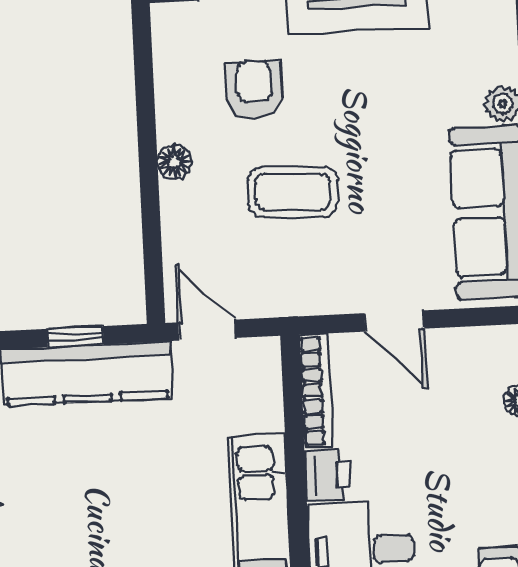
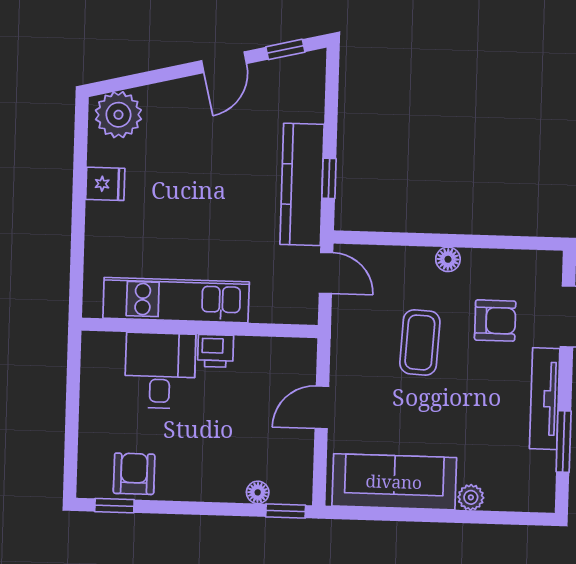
door: (207, 330) -> (326, 273), hinge flipped
bookcase: (316, 391) -> (277, 347), removed

